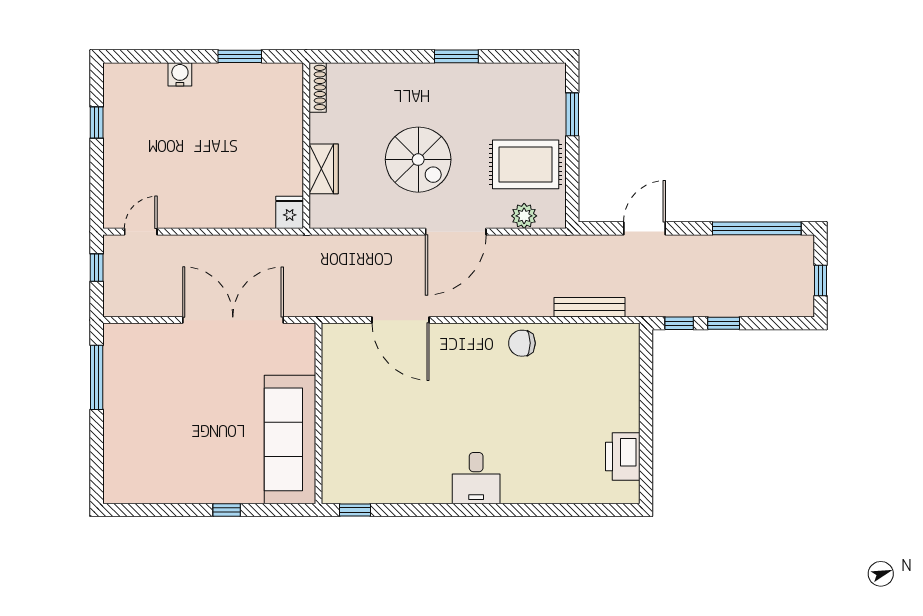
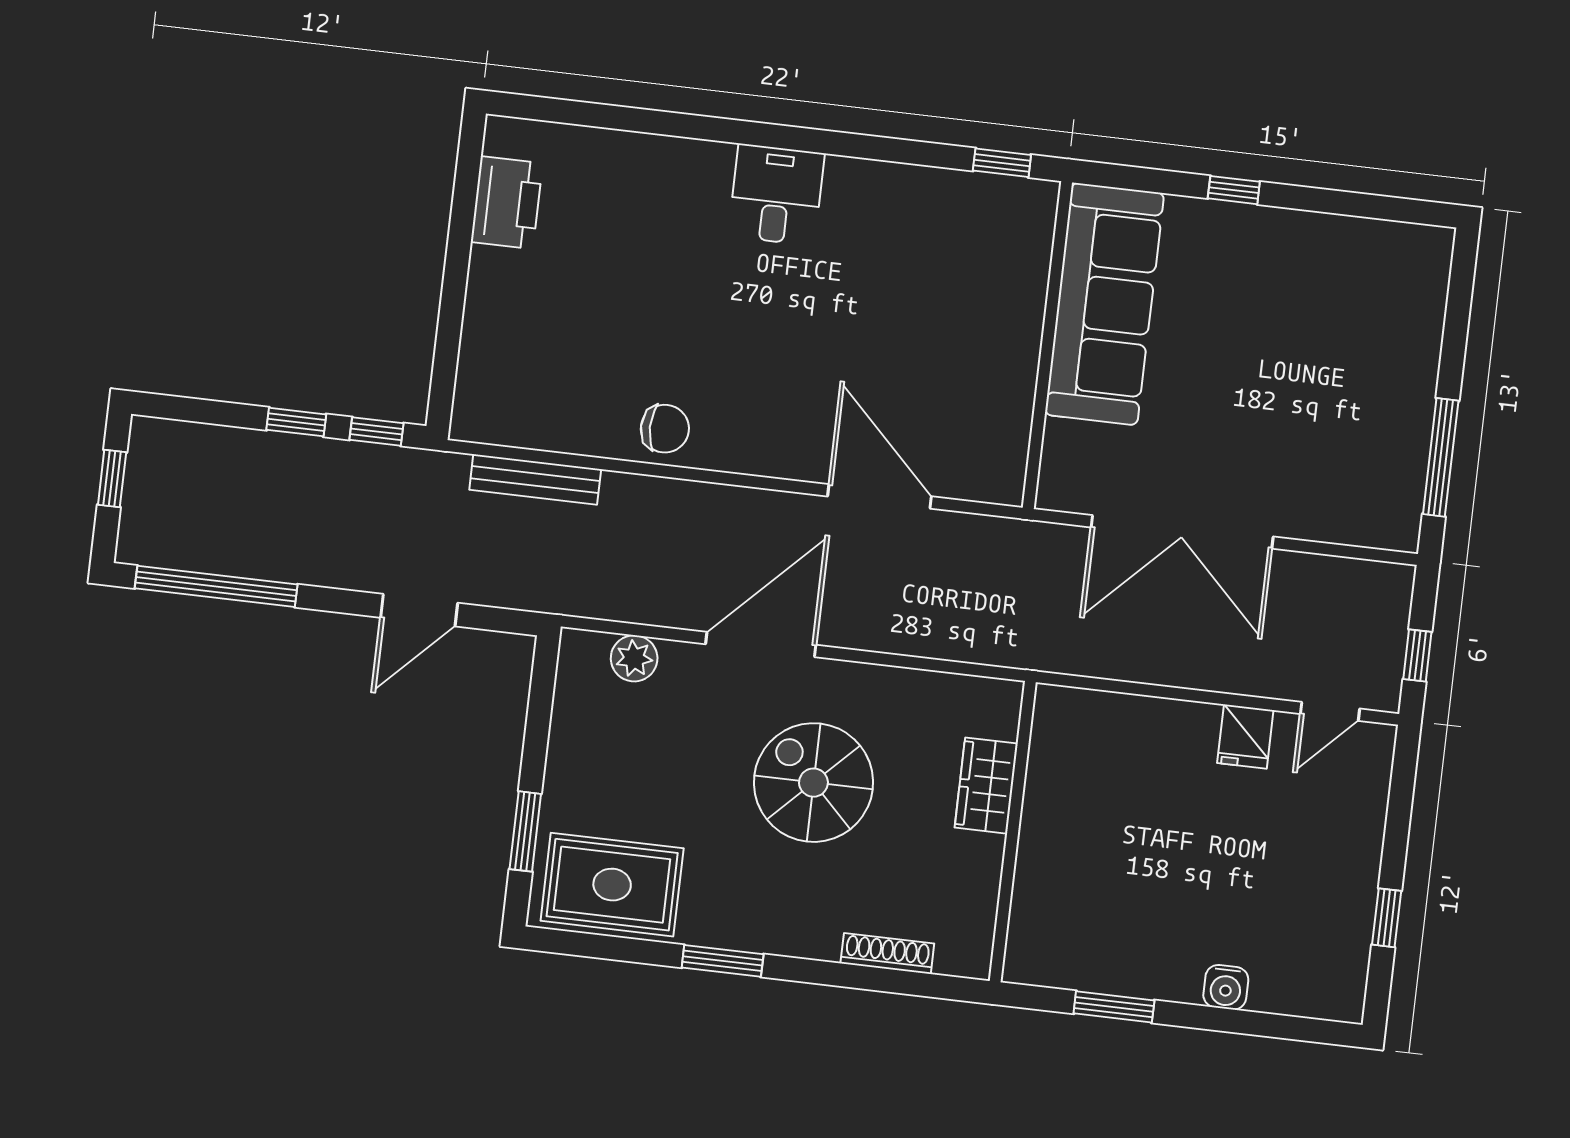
shoe rack: (318, 87) -> (887, 953), moved, turned 90
rug: (526, 164) -> (612, 885), moved
fridge: (290, 212) -> (1245, 737), moved

